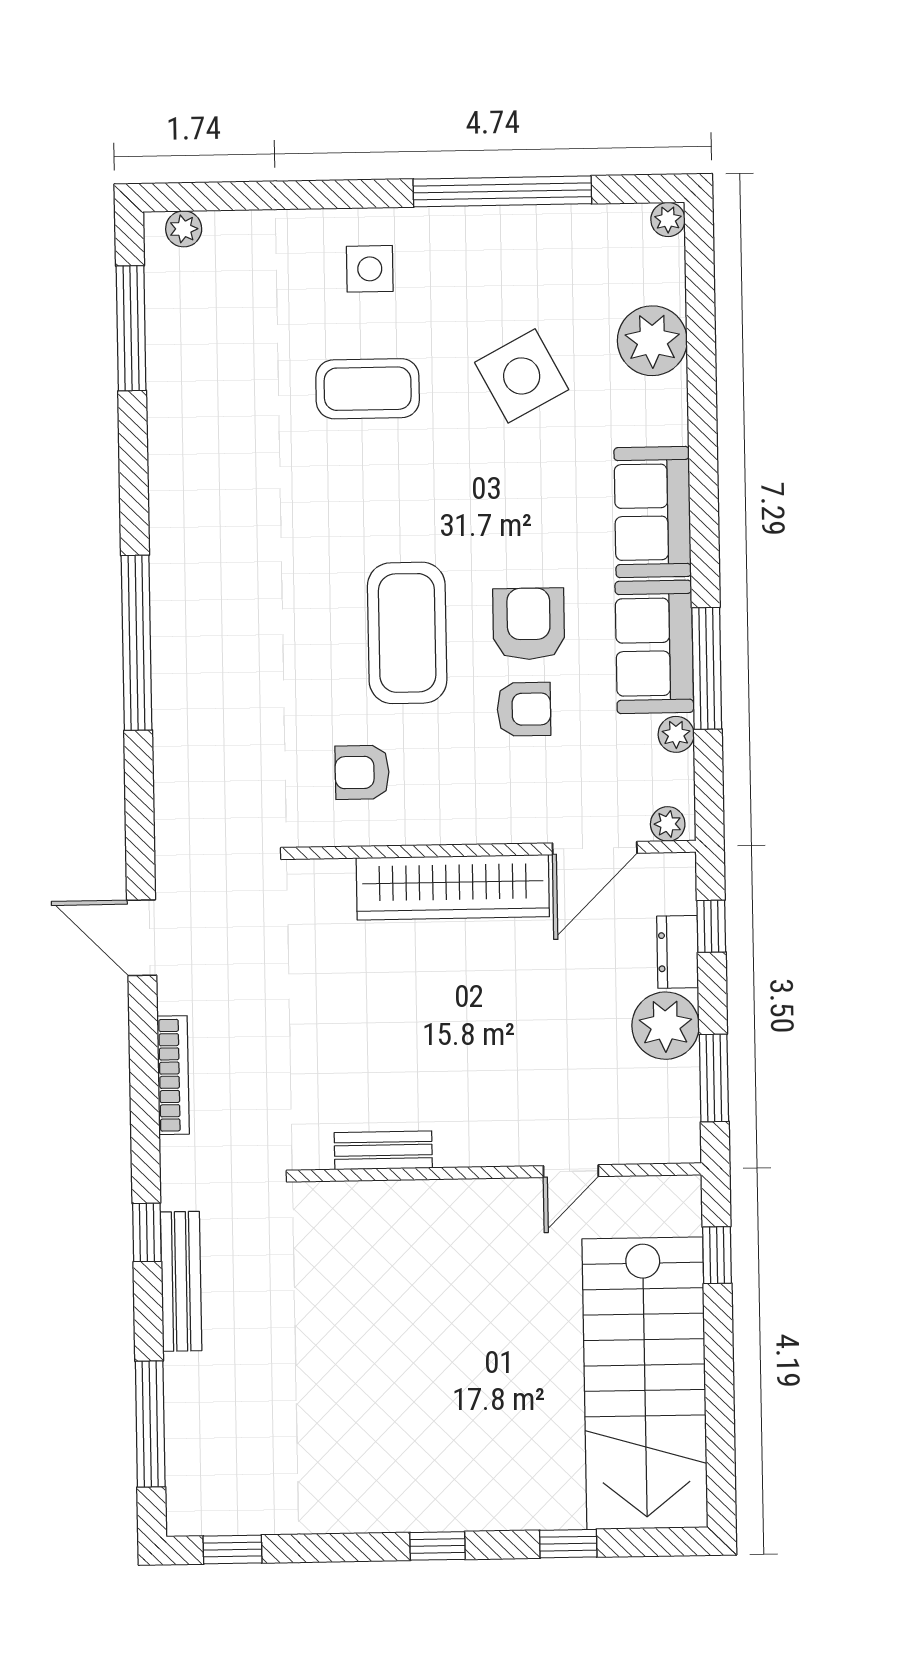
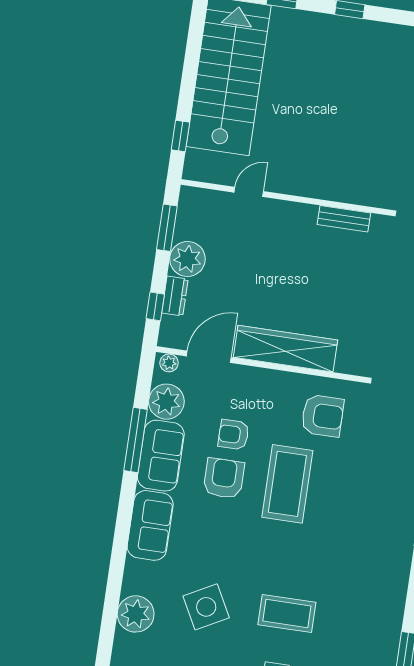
armchair: (529, 624) -> (224, 478), turned 180
plant: (676, 734) -> (166, 402), width x1.87, depth x1.87
armchair: (362, 772) -> (323, 416), width x1.38, depth x1.38

